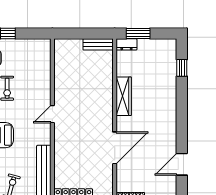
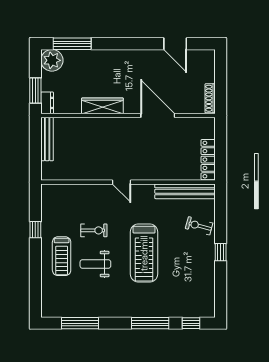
bench: (98, 44) -> (47, 139), width x1.36
plant: (166, 49) -> (52, 60), added
window: (182, 68) -> (72, 44), width x2.17

